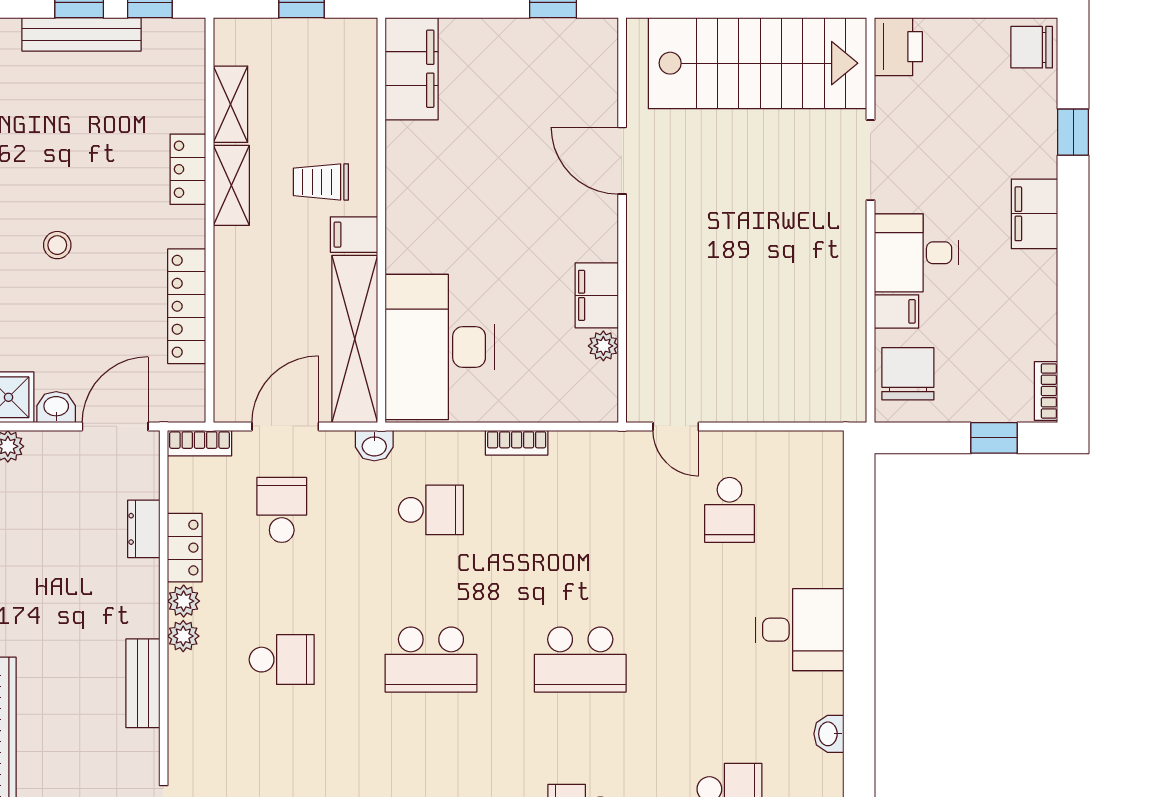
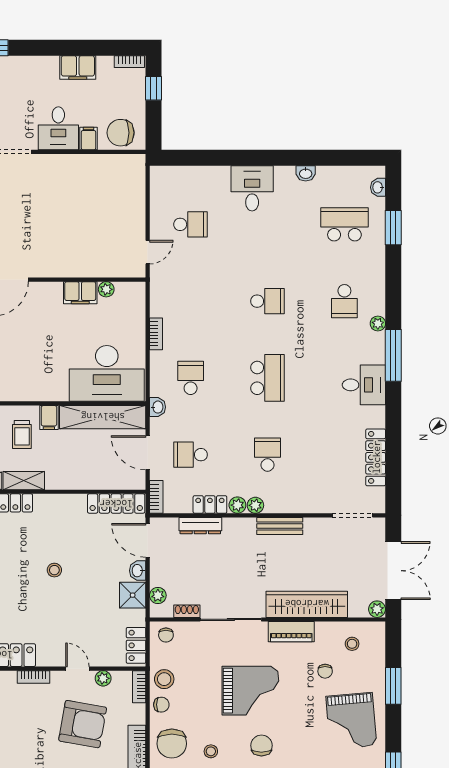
filing cabinet: (1035, 214) -> (78, 68), moved
locker: (187, 306) -> (116, 504), moved
dresser: (144, 529) -> (200, 526), width x1.44
school desk: (580, 660) -> (267, 301), width x0.54

